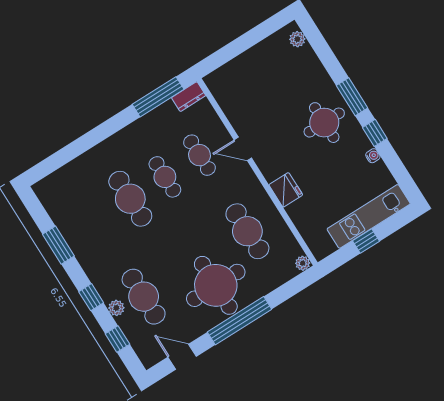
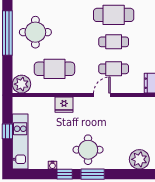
plant: (297, 39) -> (139, 159), width x1.88, depth x1.88
plant: (303, 263) -> (21, 84), width x1.88, depth x1.88
round table: (216, 285) -> (35, 32), width x0.73, depth x0.73

